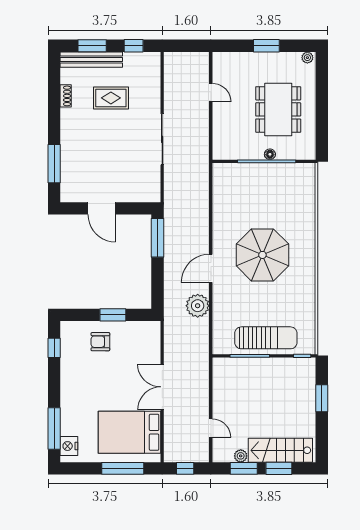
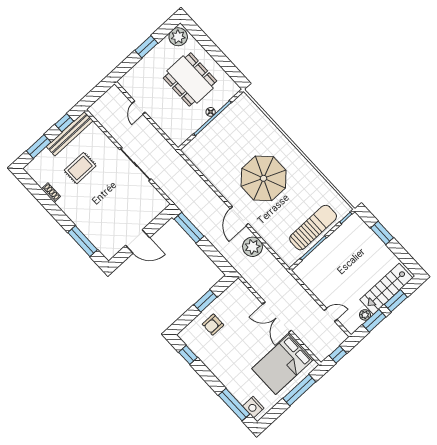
plant: (307, 58) -> (178, 37), width x1.88, depth x1.88
bench: (91, 60) -> (70, 134), moved
door: (211, 93) -> (139, 108), swing flipped

